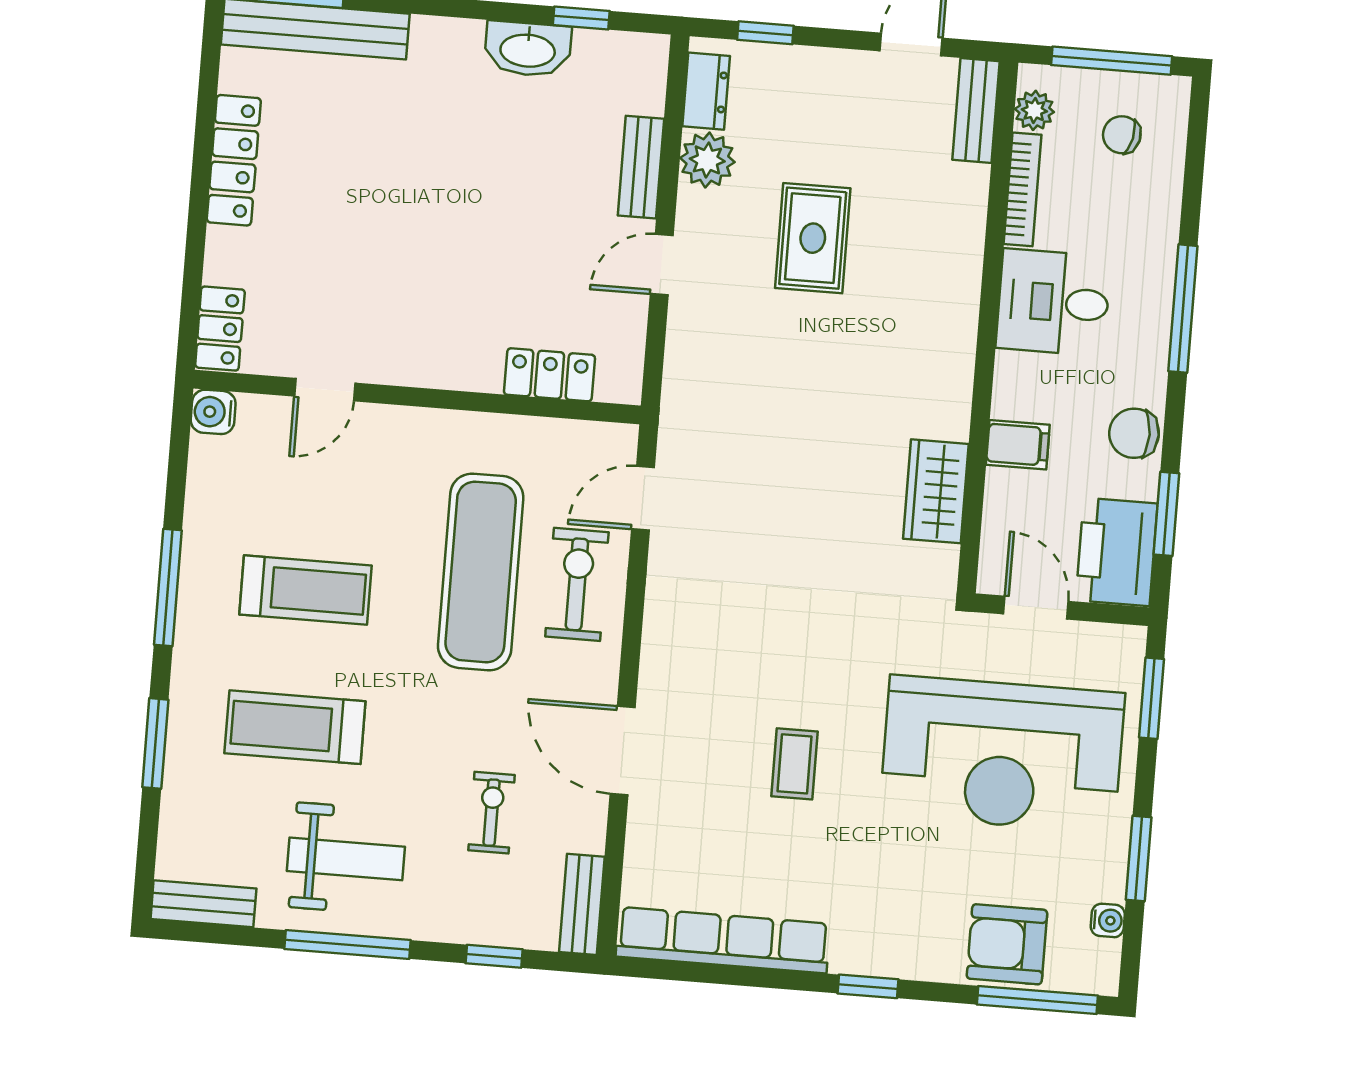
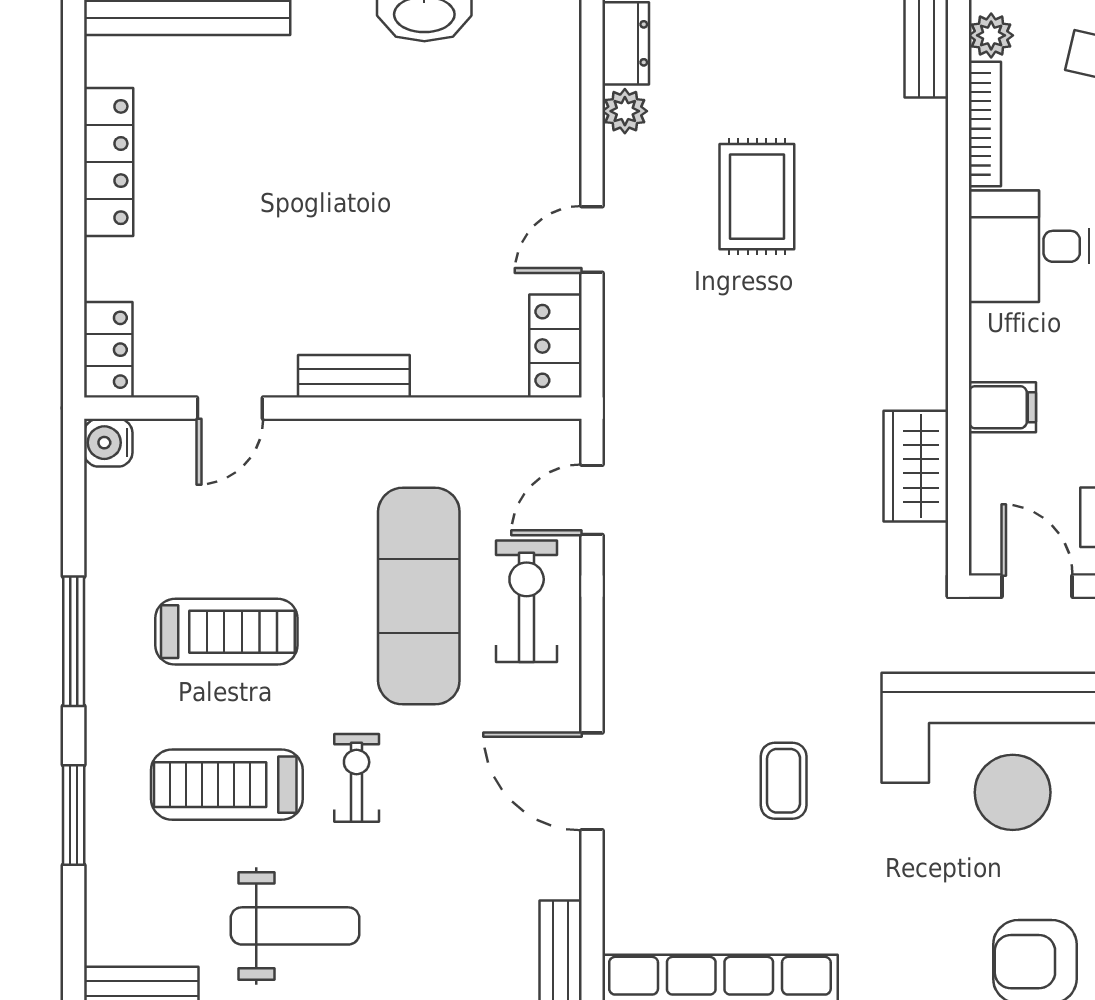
plant: (707, 160) -> (625, 111), width x0.73, depth x0.73
bench: (641, 167) -> (354, 376), moved, turned 90
locker: (549, 375) -> (555, 346), moved, turned -90
exercise bike: (492, 813) -> (357, 778), moved

